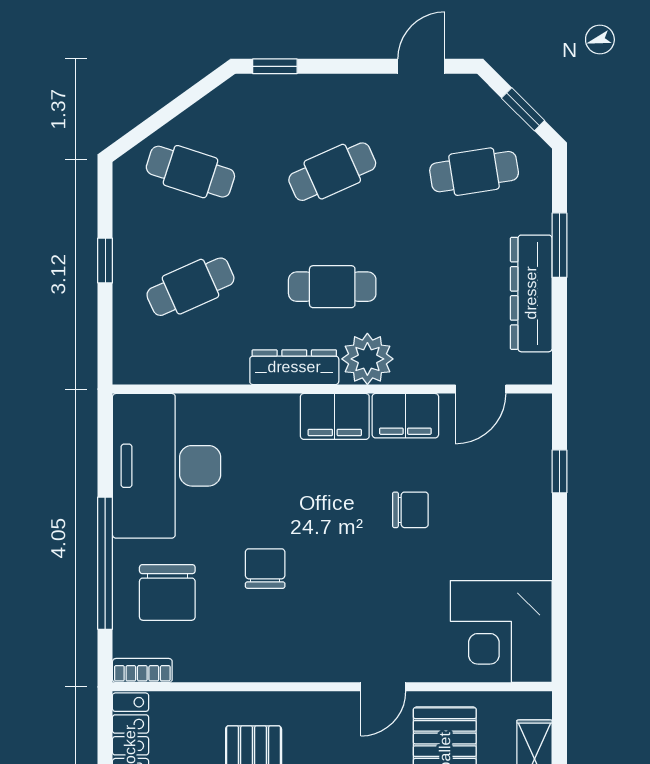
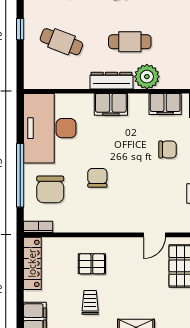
cafe table: (190, 287) -> (61, 42), turned 45
filing cabinet: (335, 416) -> (111, 104), moved

